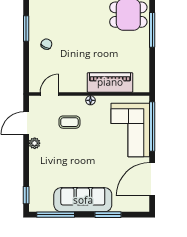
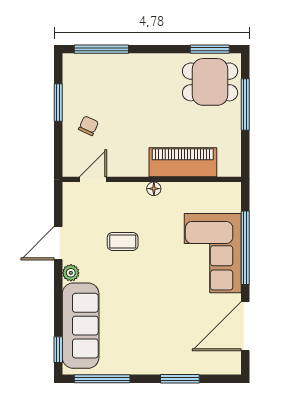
piano: (110, 82) -> (183, 162), moved
door: (49, 94) -> (93, 179), moved
wall: (89, 94) -> (152, 179), moved
floor lamp: (90, 100) -> (154, 189), moved
sofa: (83, 200) -> (81, 326), moved, turned 90

